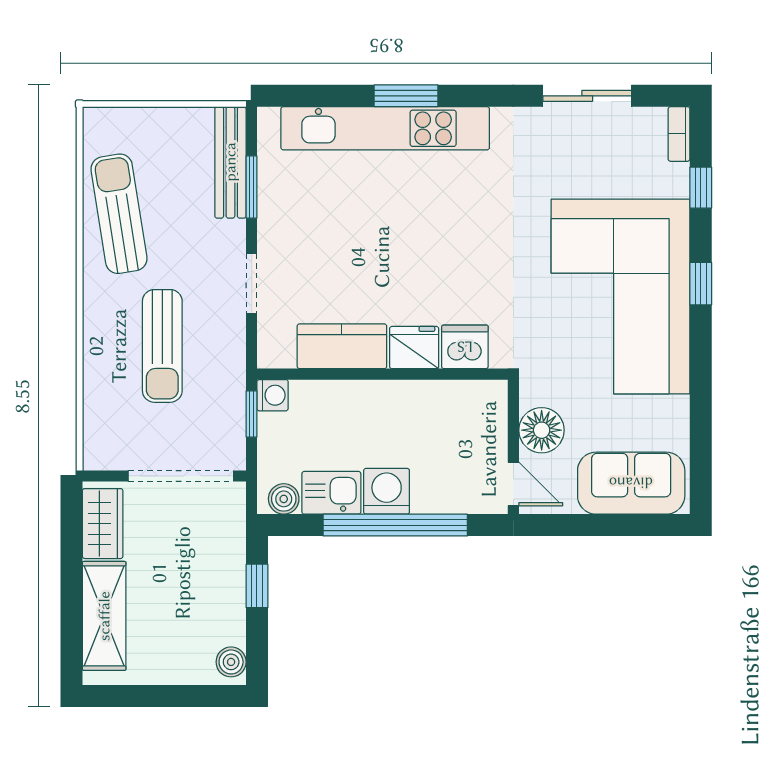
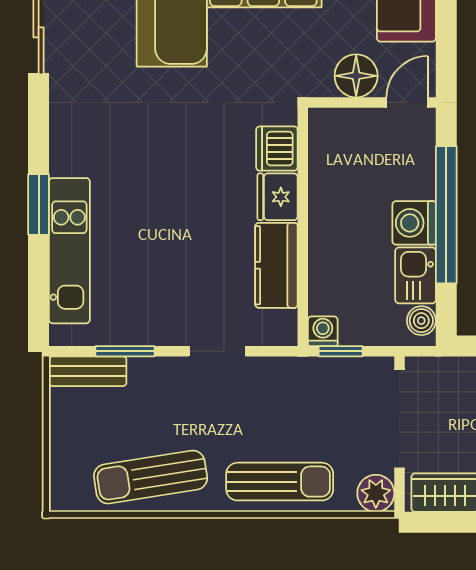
kitchen unit: (385, 128) -> (69, 251), width x0.73
bench: (230, 162) -> (88, 371), width x0.73
sun lounger: (162, 346) -> (280, 482), moved
plant: (102, 451) -> (376, 493), added

